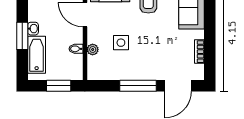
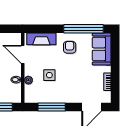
window: (138, 86) -> (52, 107), moved

